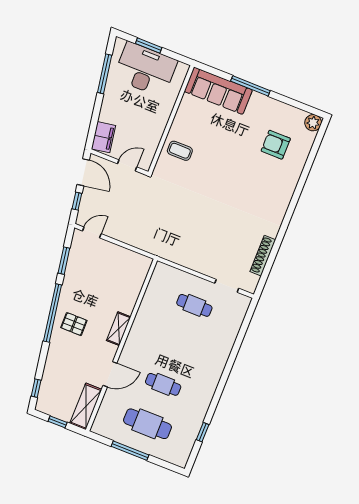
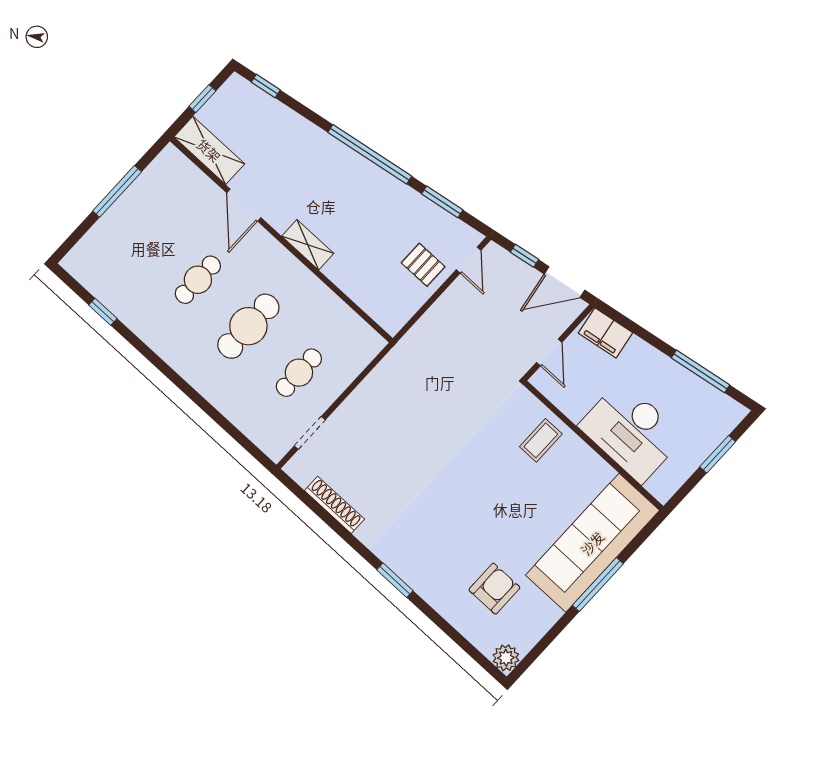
desk: (145, 69) -> (631, 431), moved, turned 90
sofa: (218, 91) -> (592, 543), width x1.36, depth x1.27
window: (293, 204) -> (395, 580), added
pallet: (74, 324) -> (423, 265), moved, turned 90
cafe table: (147, 424) -> (248, 326), moved

